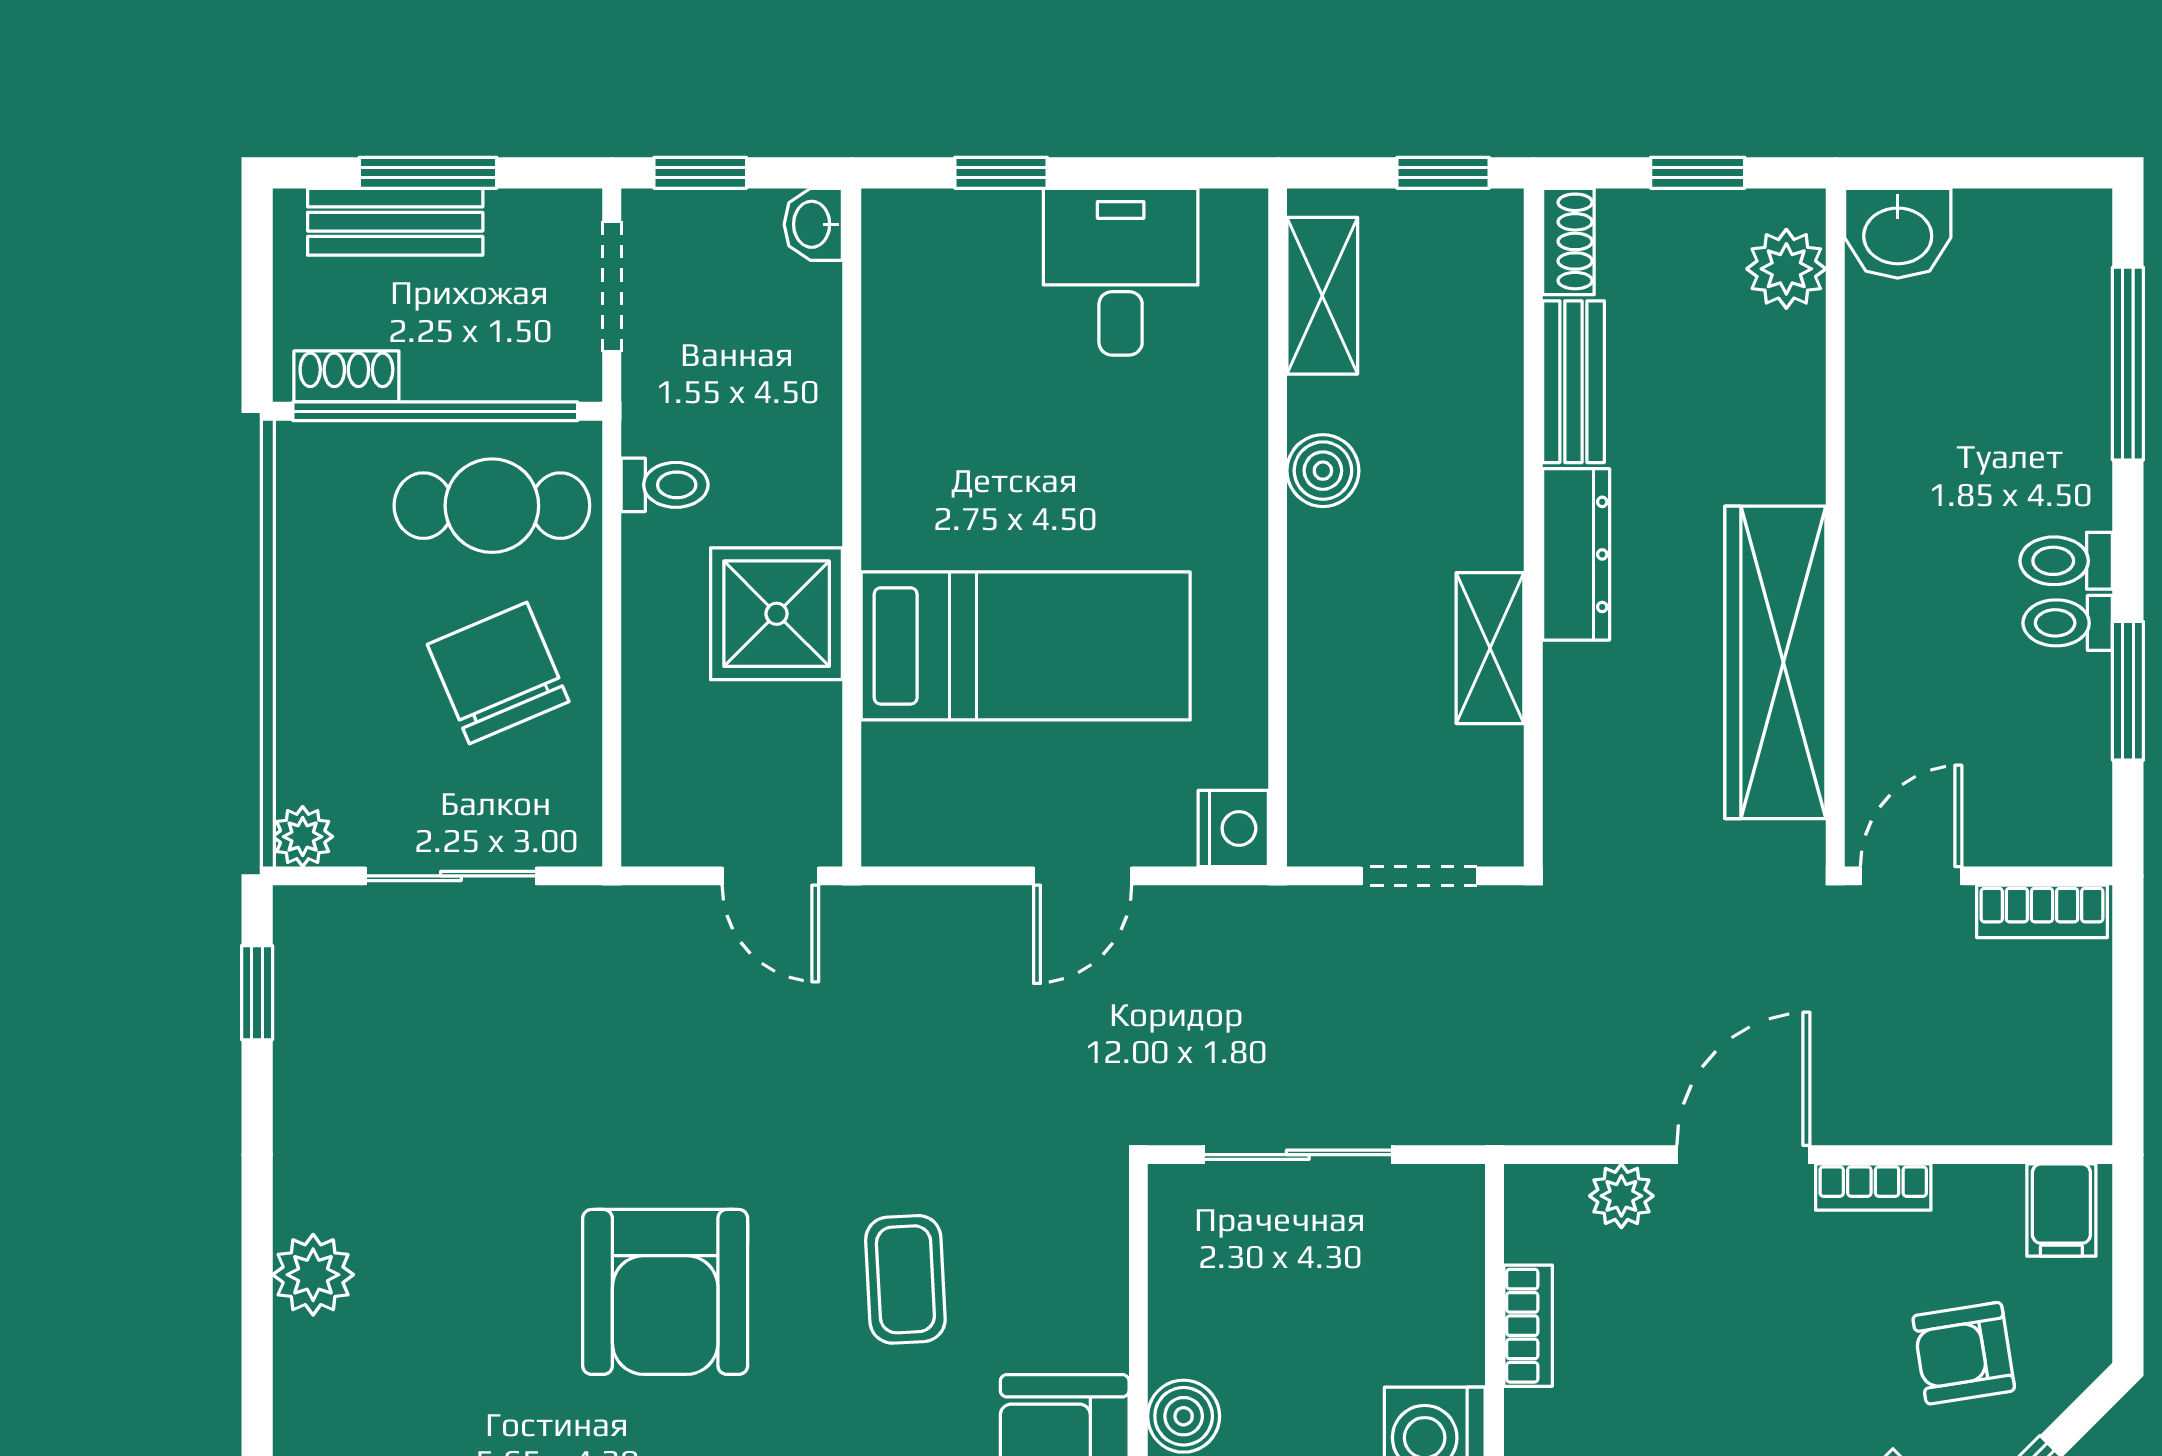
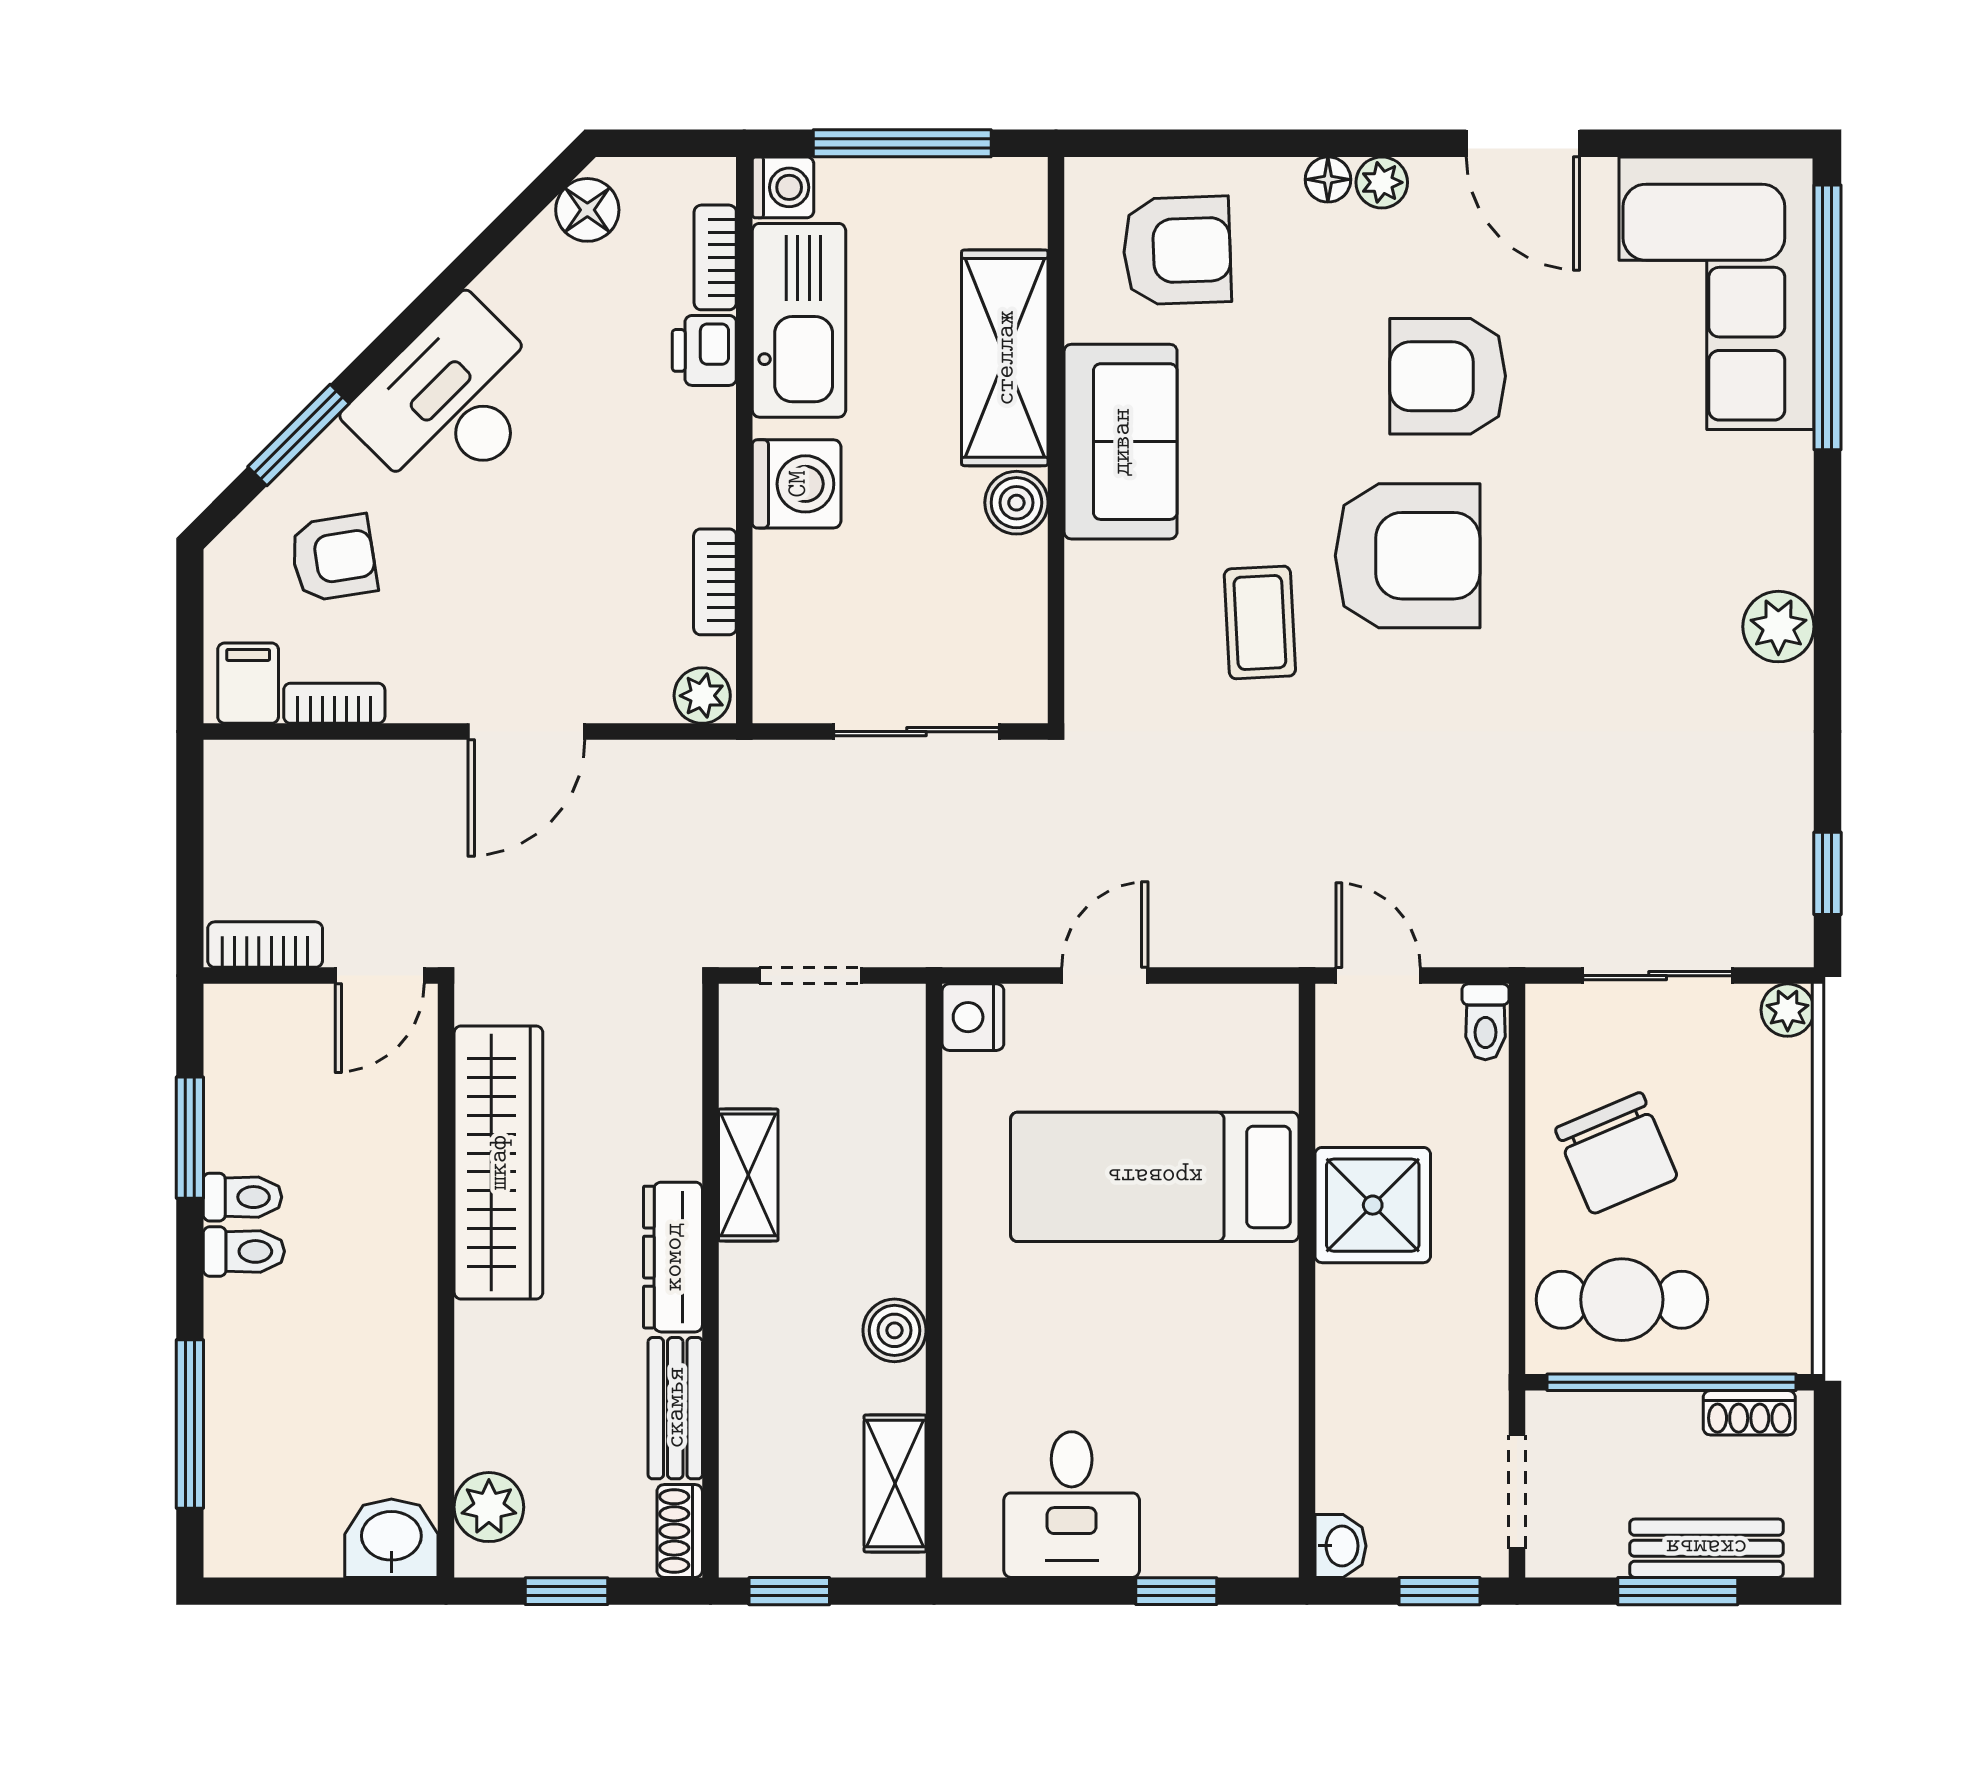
toilet: (665, 485) -> (1485, 1022), moved, turned -90
bookcase: (1873, 1187) -> (334, 703), moved
plant: (1621, 1196) -> (702, 696), moved
armchair: (665, 1292) -> (1408, 556), moved, turned 90

